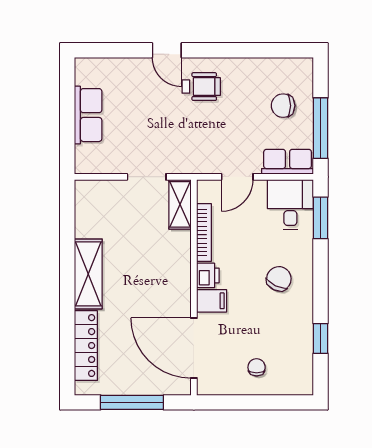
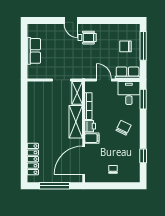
window: (321, 128) -> (143, 46), moved
door: (237, 177) -> (104, 80), swing flipped
shelving: (88, 274) -> (76, 122), moved
door: (194, 348) -> (84, 160), hinge flipped

